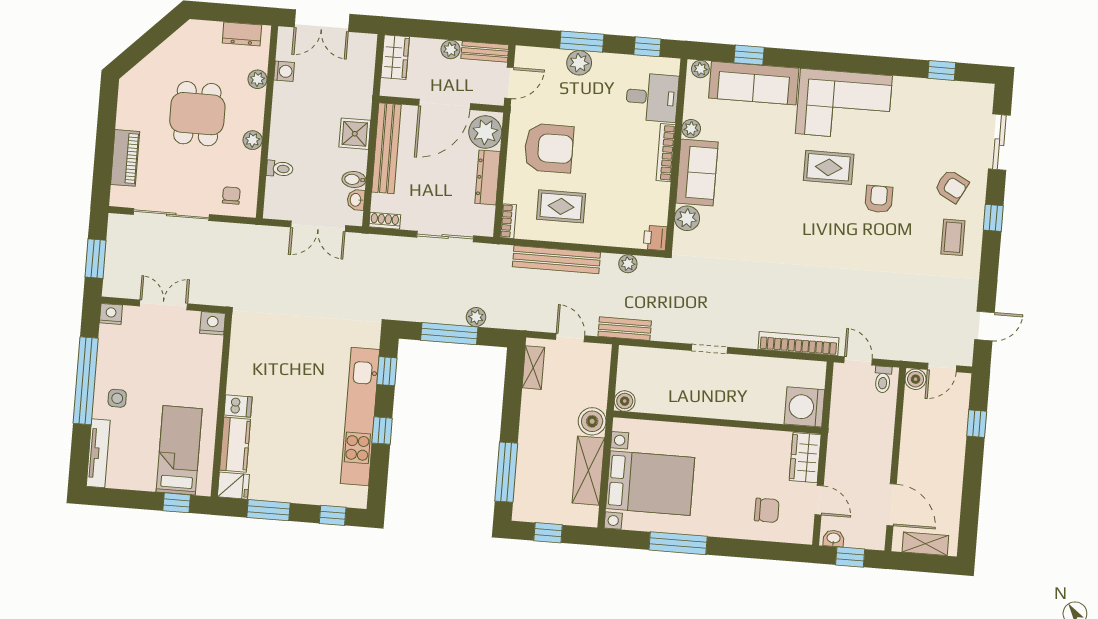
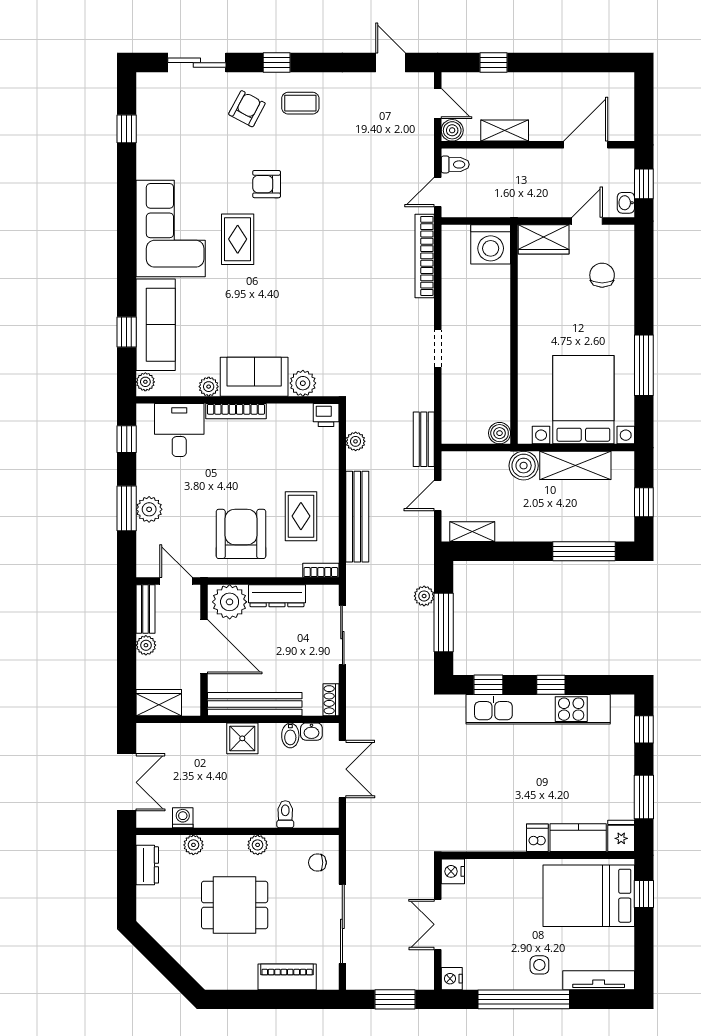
bed: (179, 450) -> (589, 896), width x1.50
shelving: (925, 544) -> (505, 131), moved, turned 90

